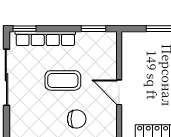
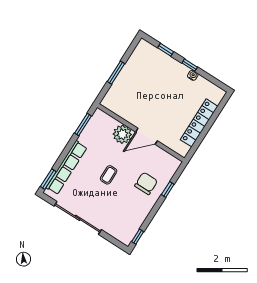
plant: (107, 70) -> (122, 134), added
coffee table: (63, 80) -> (109, 175), width x0.54, depth x0.58

